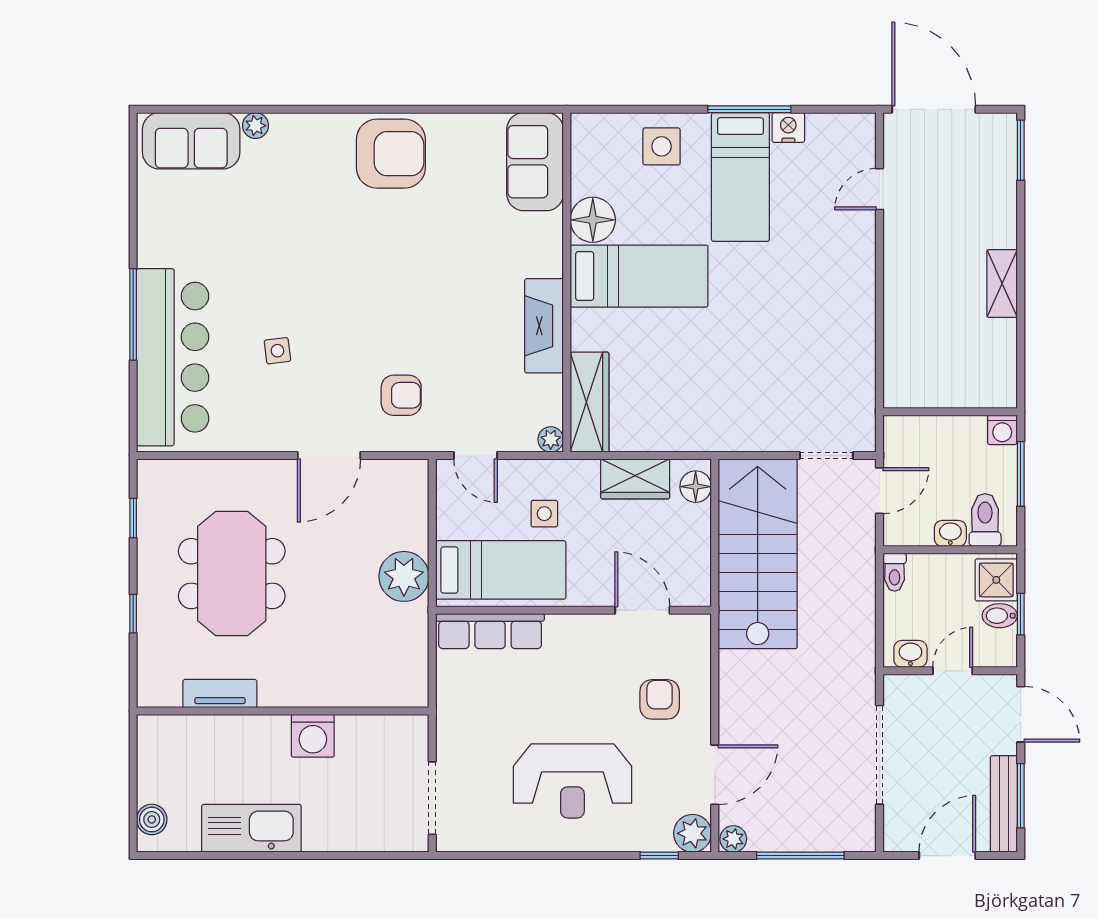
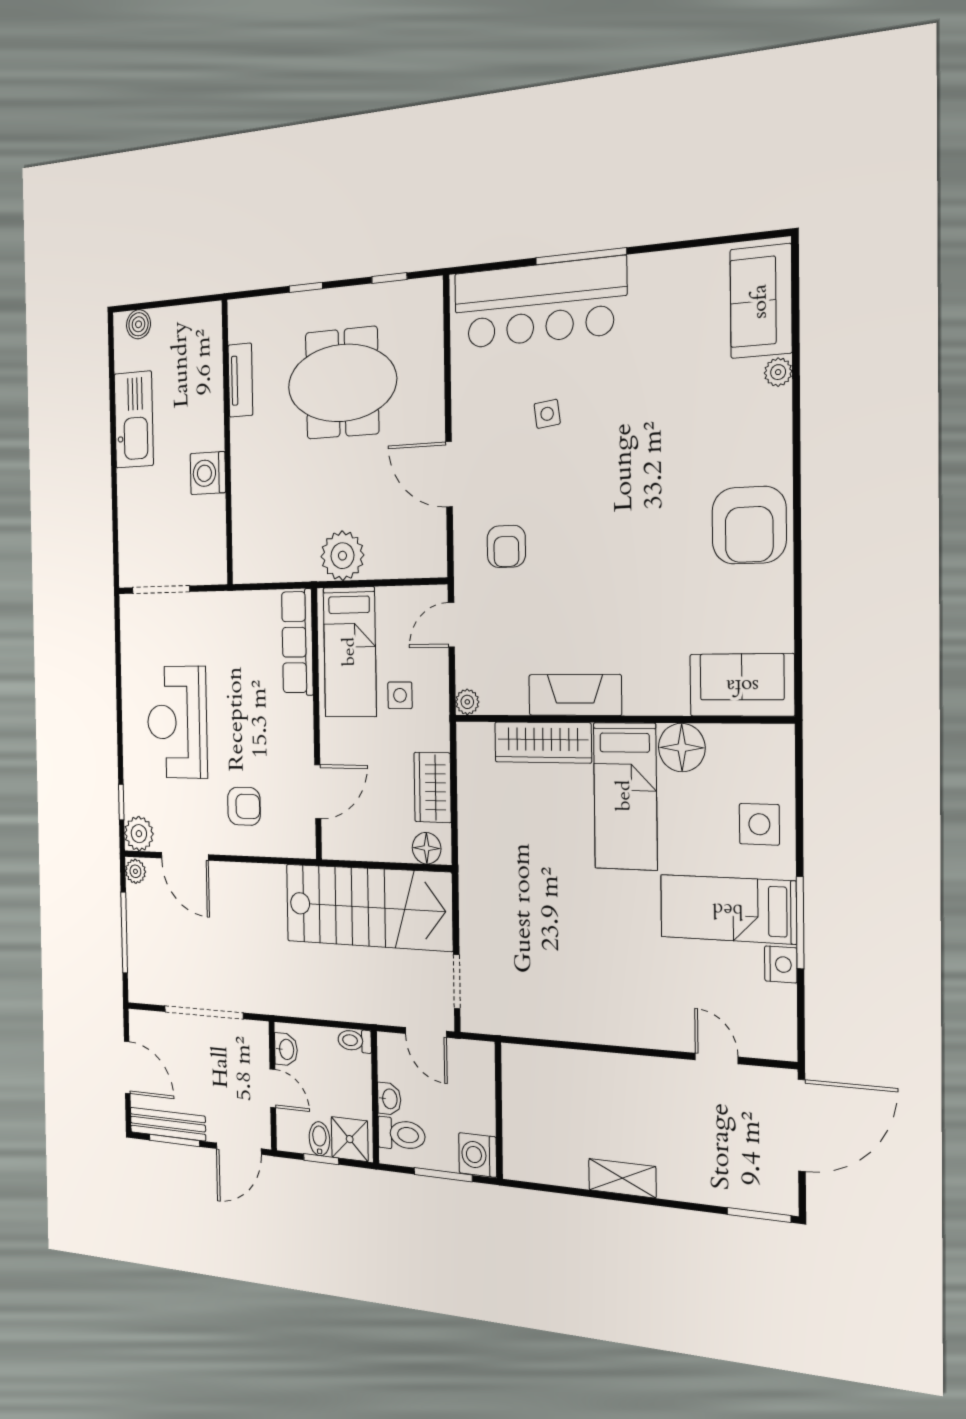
wardrobe: (590, 402) -> (543, 742), moved
washing machine: (1002, 430) -> (478, 1155), width x1.38, depth x1.38

